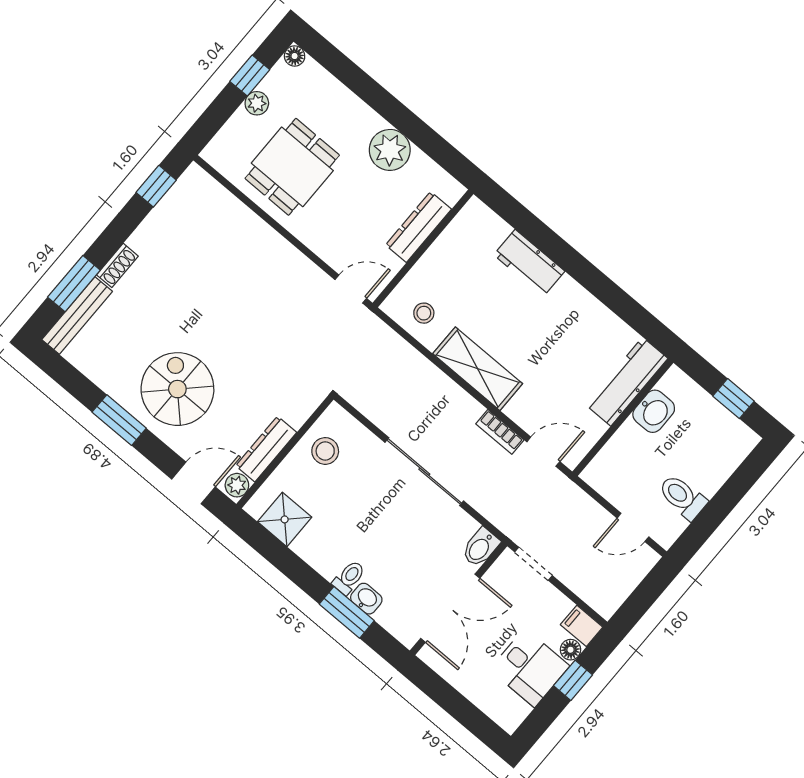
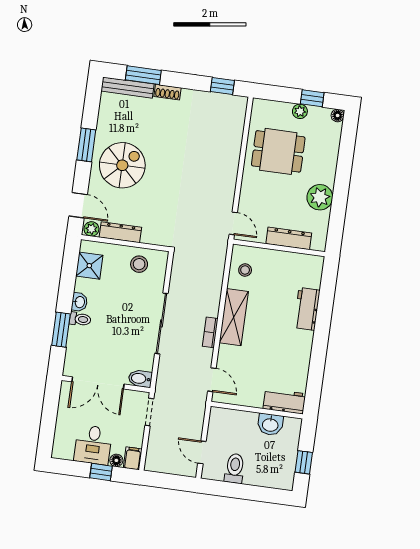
workbench: (627, 382) -> (284, 401), width x0.73
bookcase: (500, 432) -> (210, 332), moved
washbasin: (366, 599) -> (79, 302), moved

